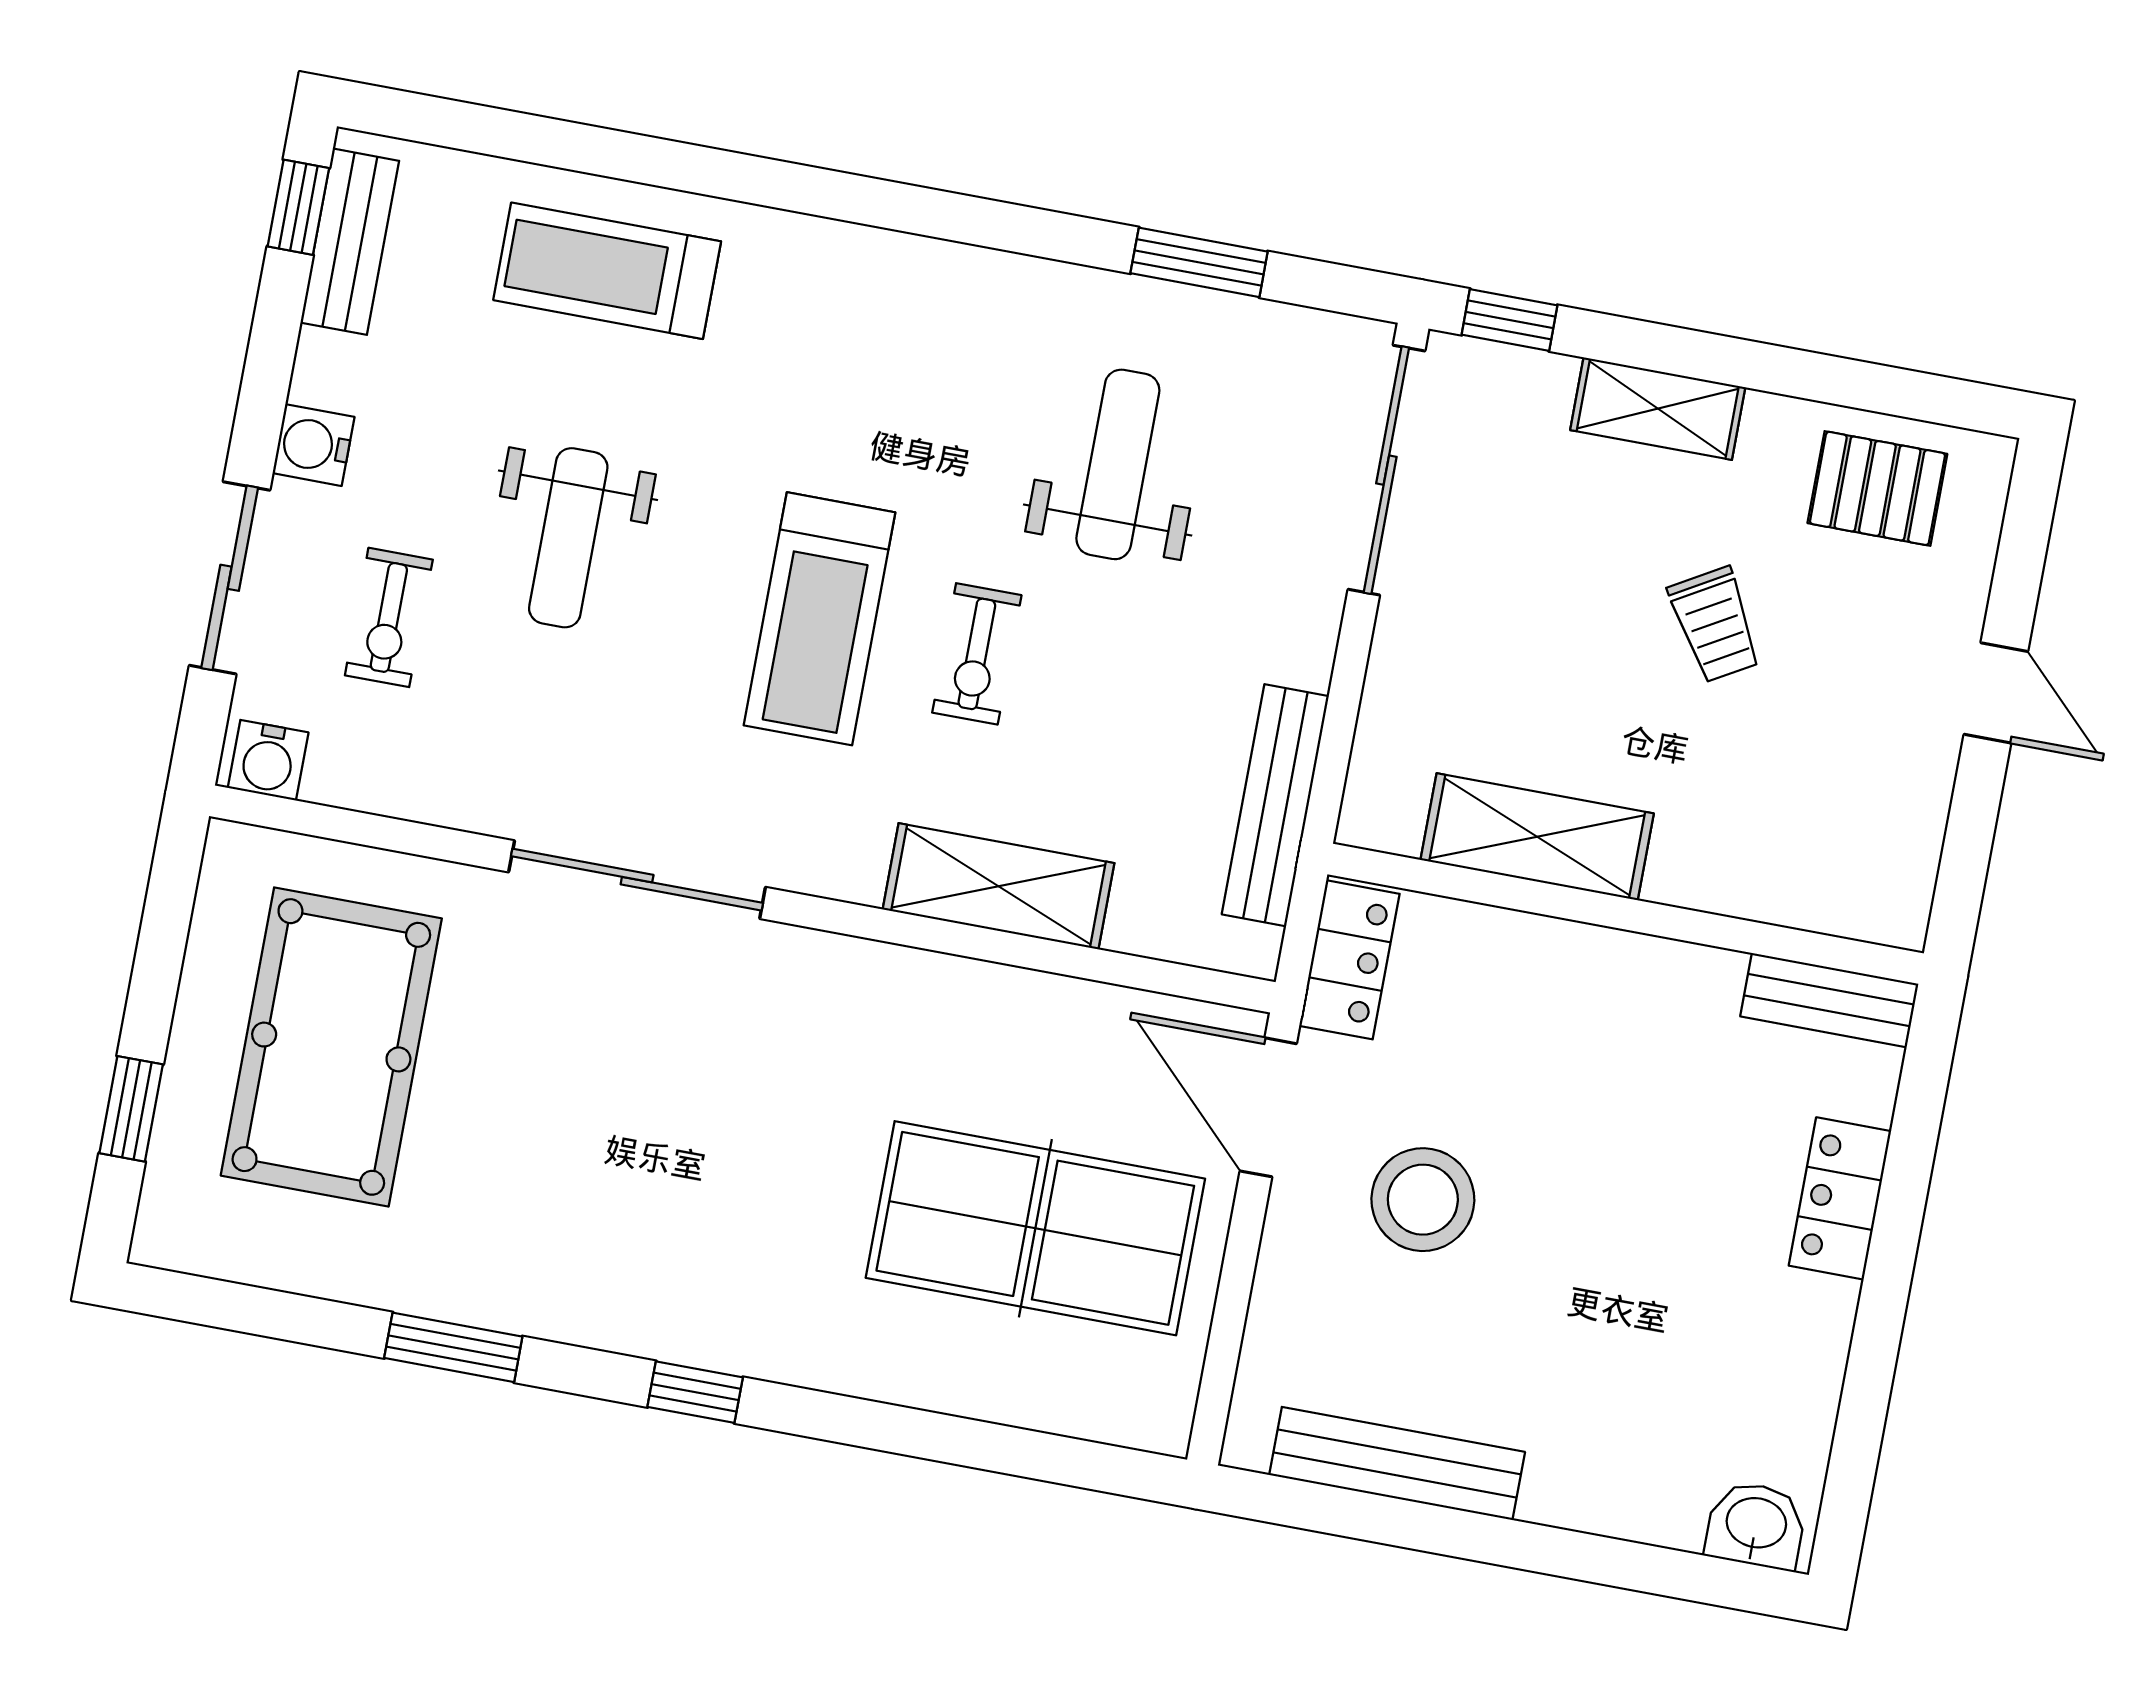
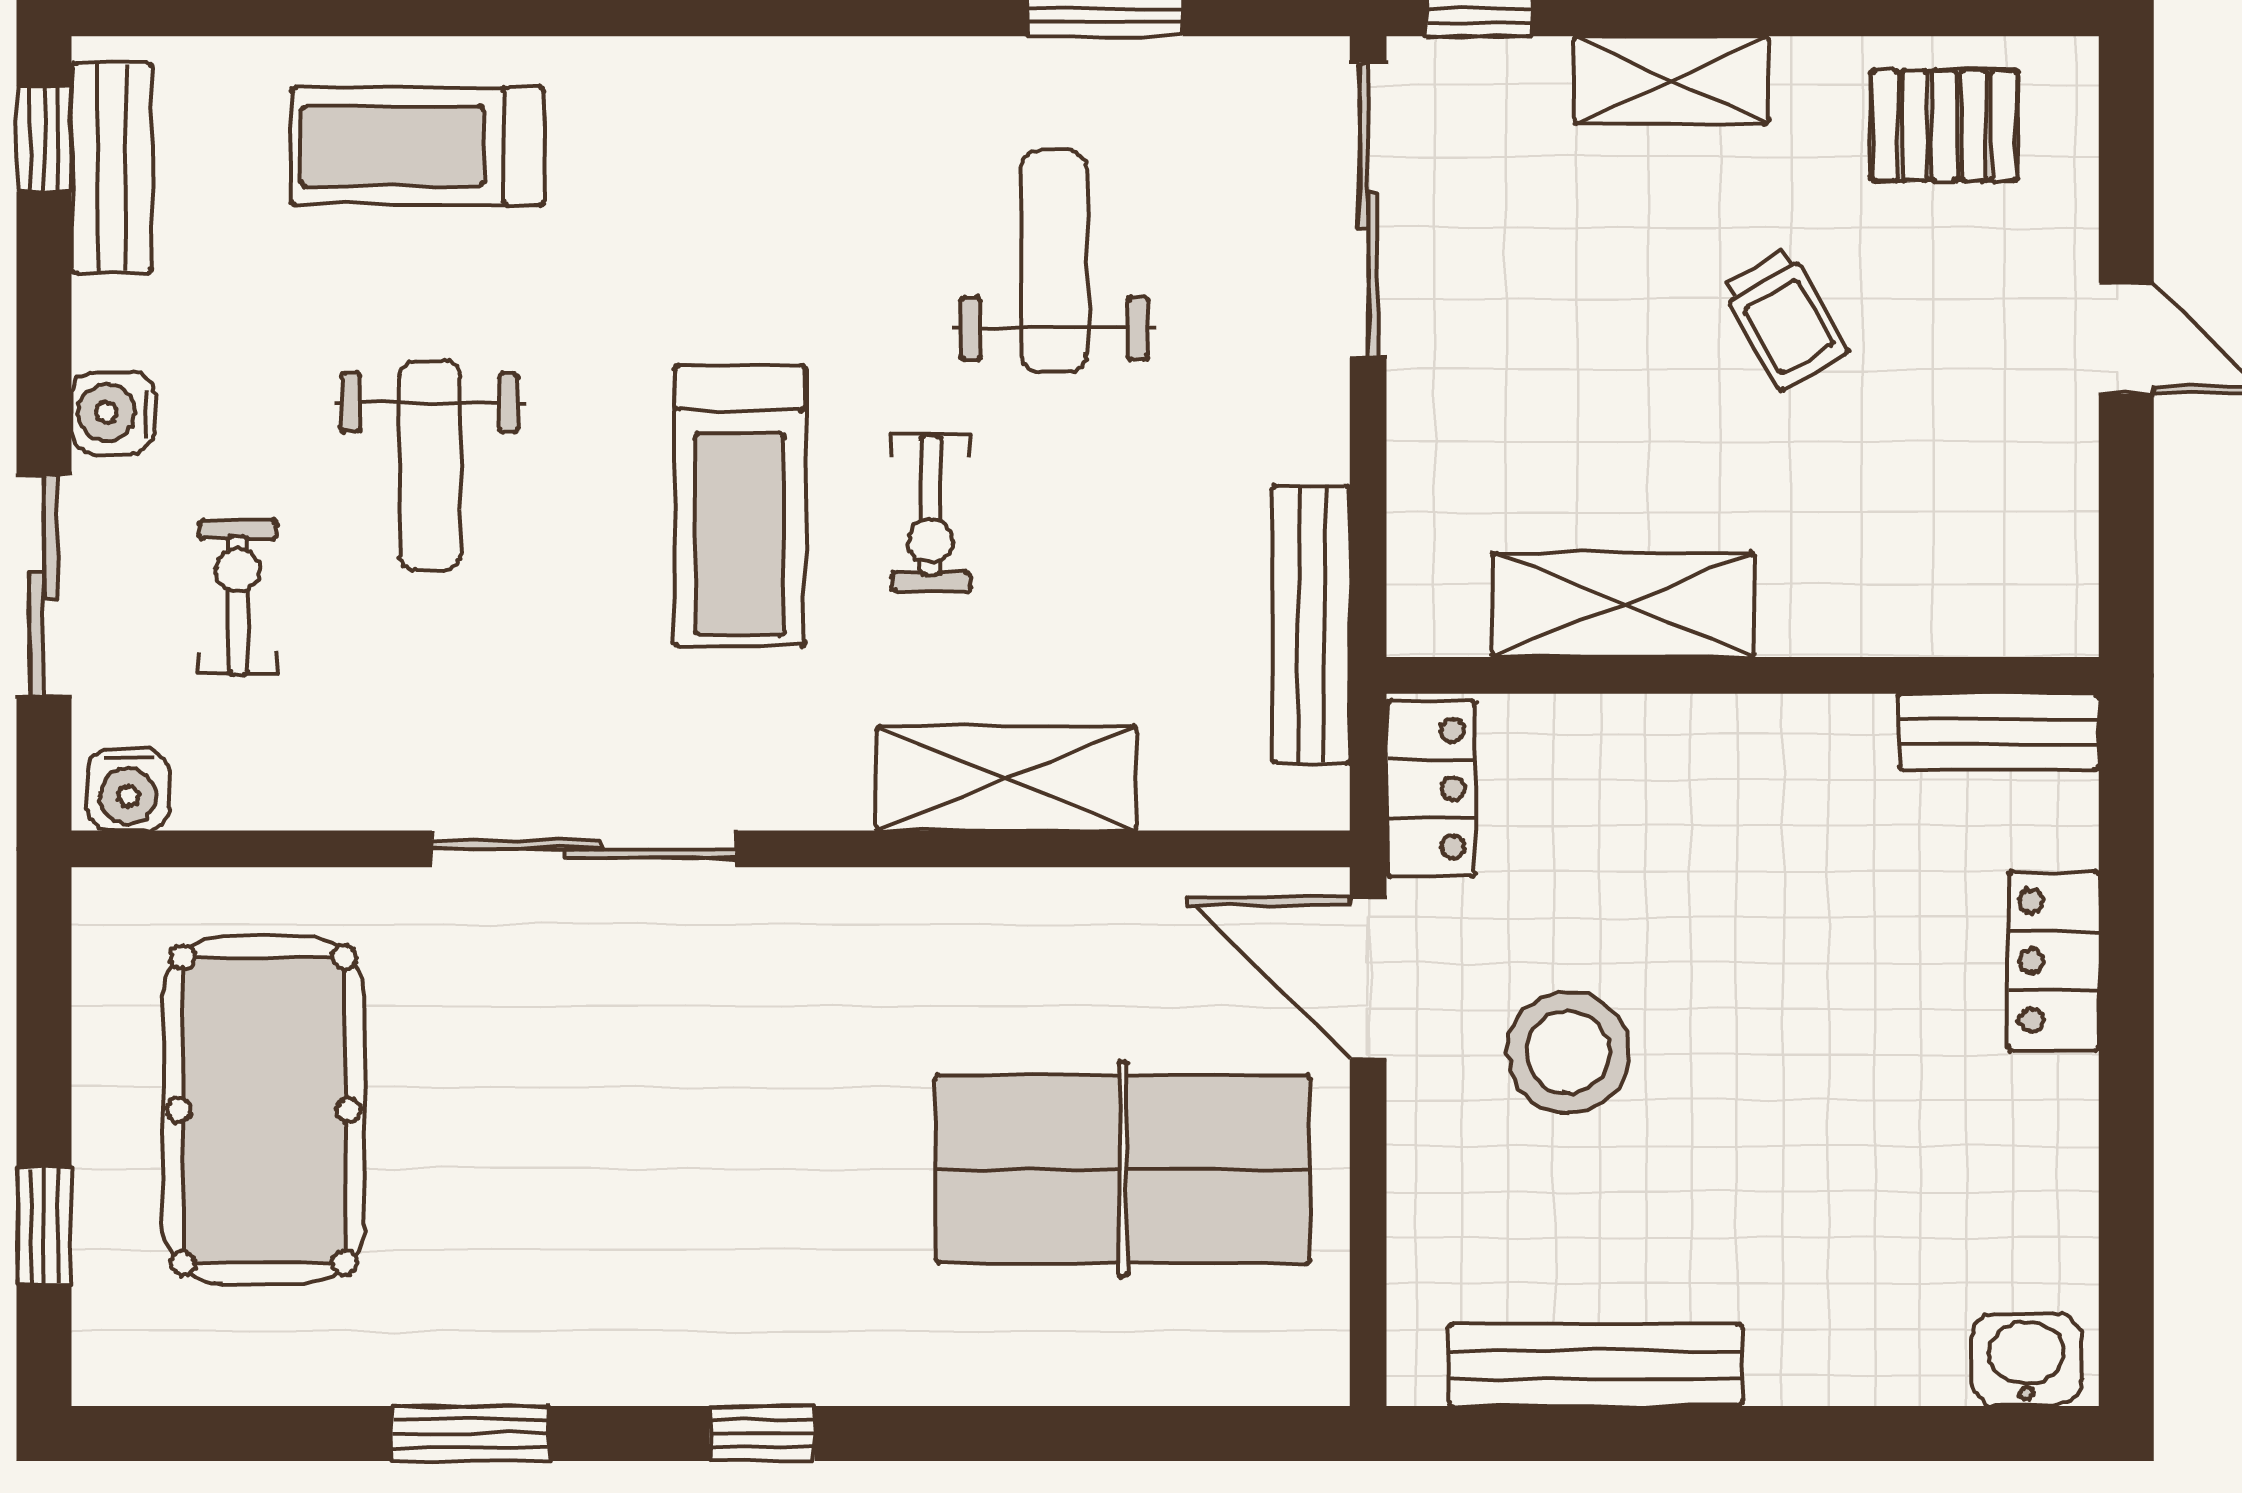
exercise bike: (389, 617) -> (238, 597), turned 180

